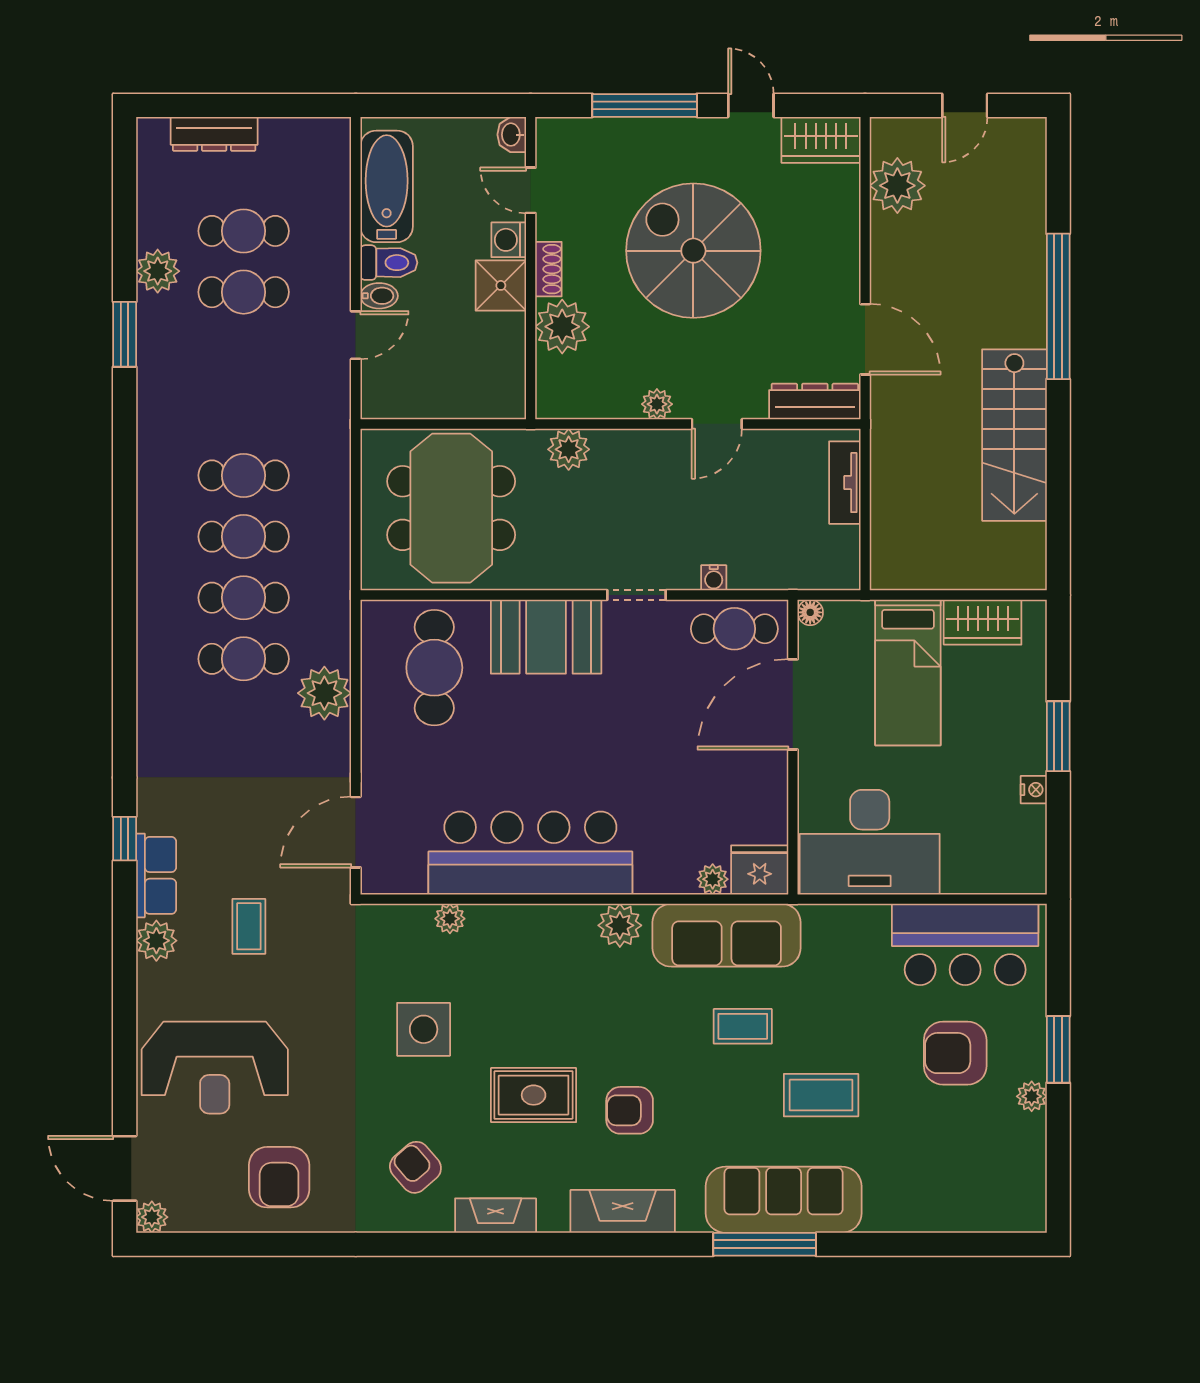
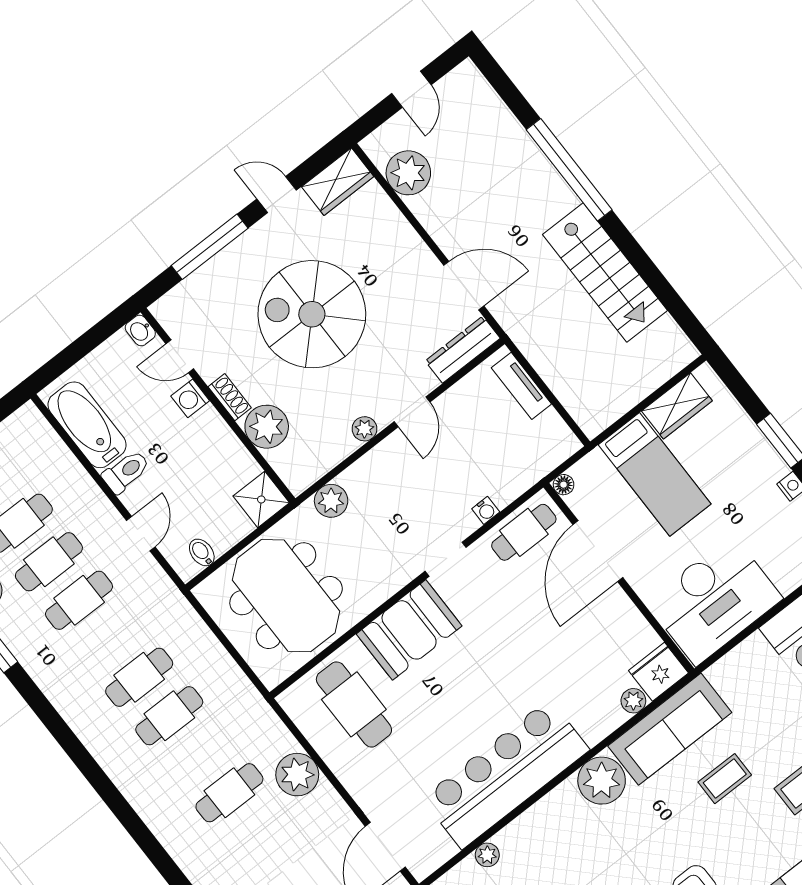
shower: (501, 285) -> (261, 499), moved
bidet: (379, 296) -> (202, 552), moved, turned -90
cafe table: (244, 598) -> (79, 600), moved
plant: (620, 925) -> (602, 781), width x1.36, depth x1.36

